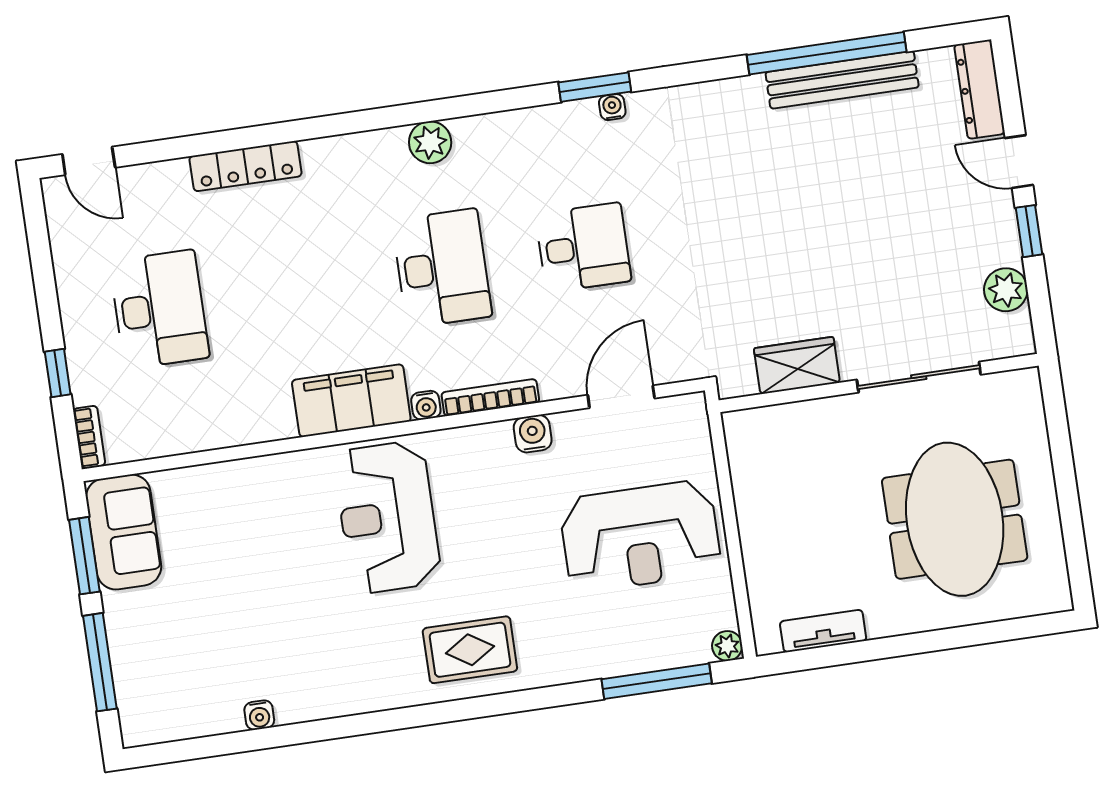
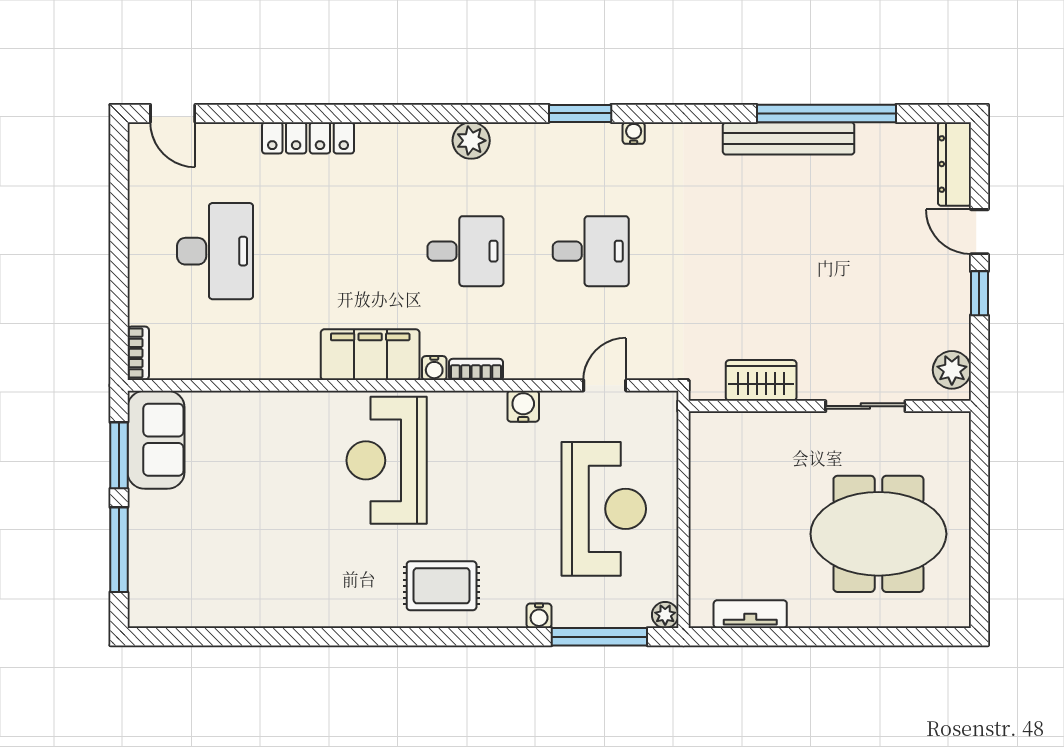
bench: (842, 80) -> (789, 138), moved
window: (595, 87) -> (580, 113), moved
desk: (442, 268) -> (466, 251), width x0.73
plant: (1006, 290) -> (952, 370), moved
window: (58, 373) -> (119, 293), removed
sliding door: (919, 377) -> (865, 406), width x0.73
bookcase: (490, 397) -> (476, 369), width x0.64
door: (621, 397) -> (605, 385), width x0.73
meeting table: (955, 519) -> (878, 534), turned 90
reception desk: (640, 536) -> (604, 509), turned -90
water cooler: (259, 715) -> (539, 616), moved

